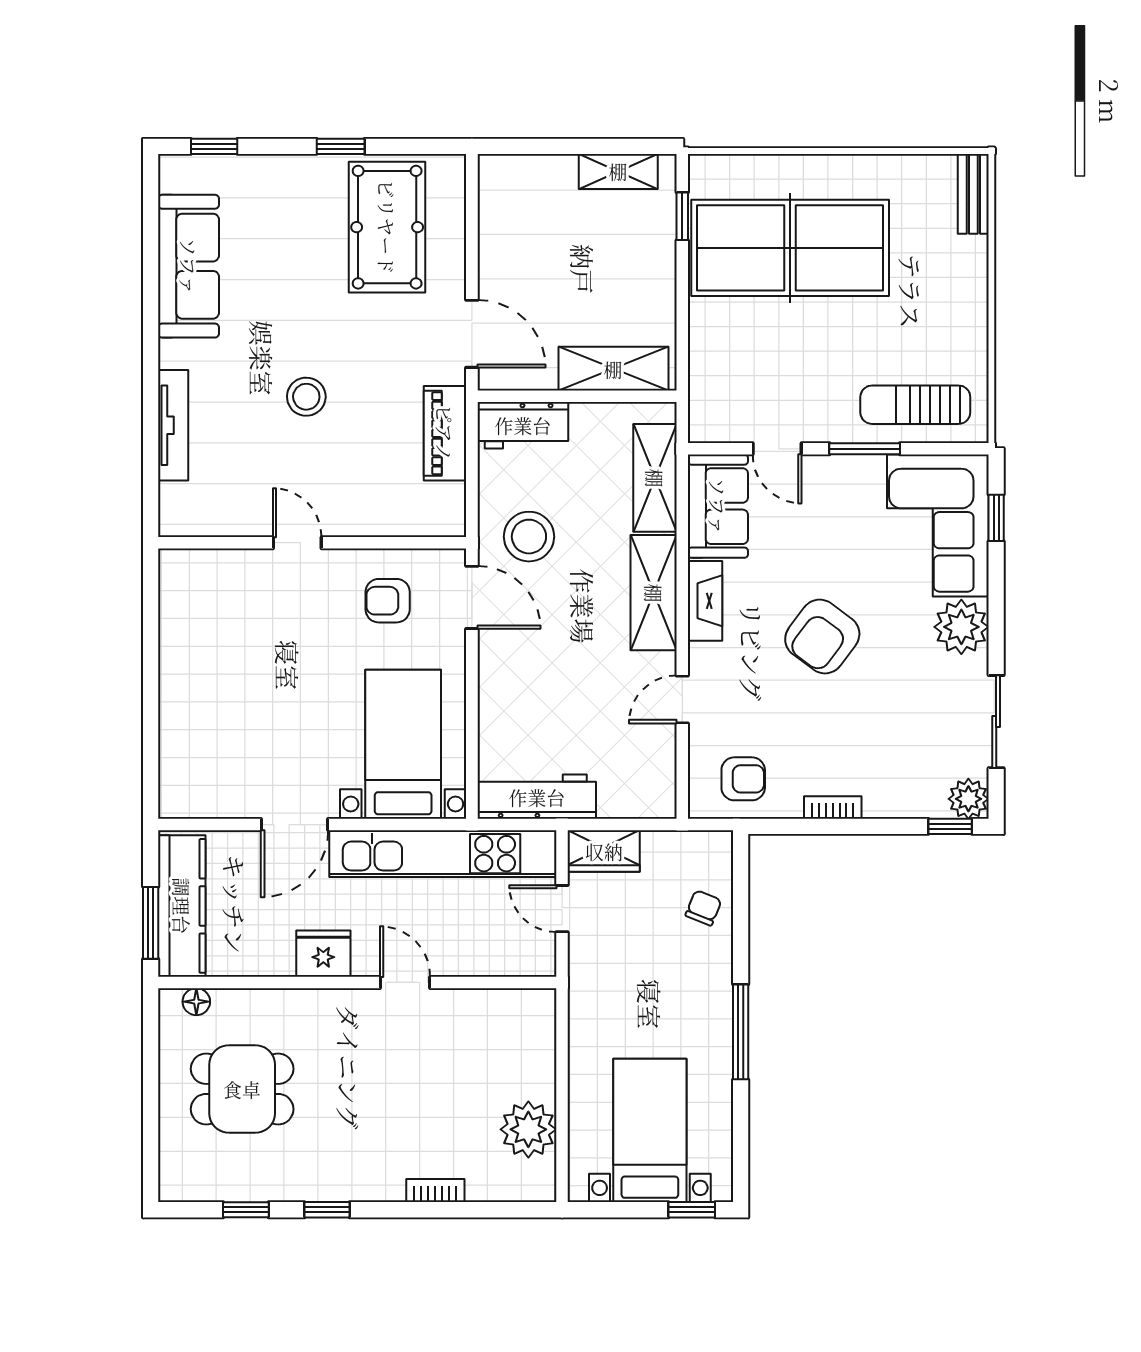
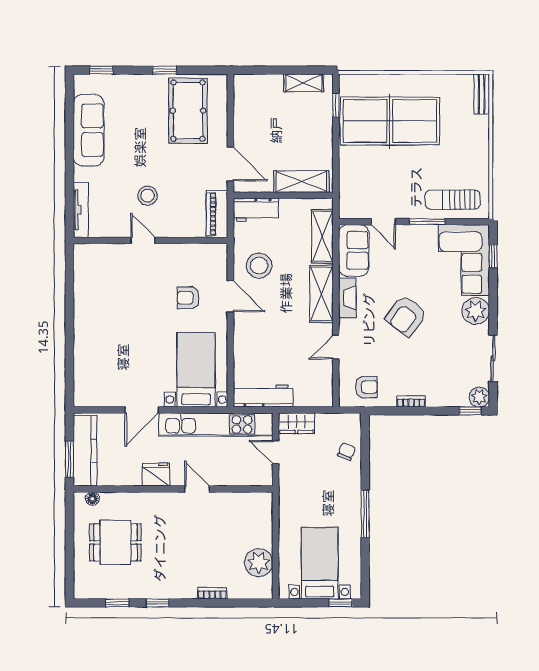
door: (297, 543) -> (143, 241), moved
wall: (312, 543) -> (150, 241), moved

